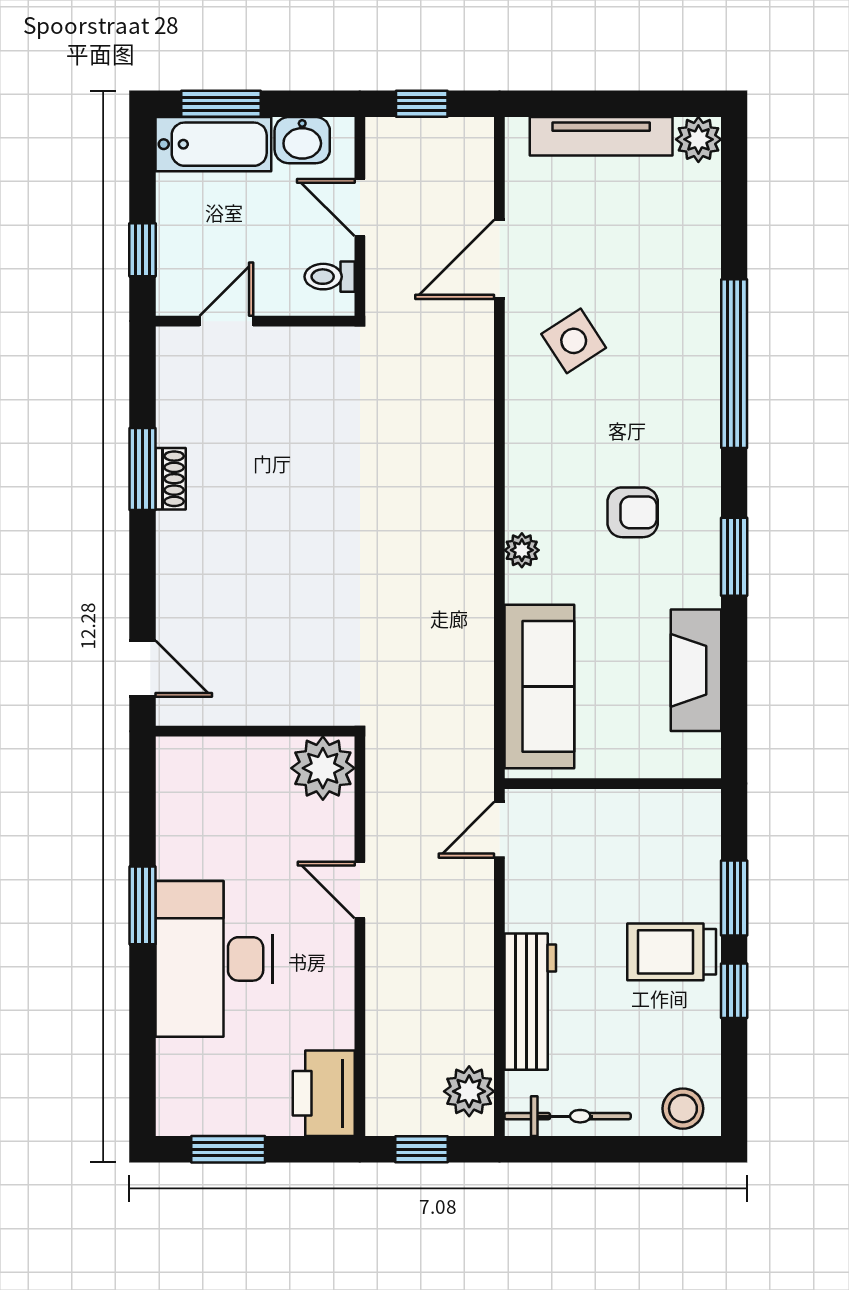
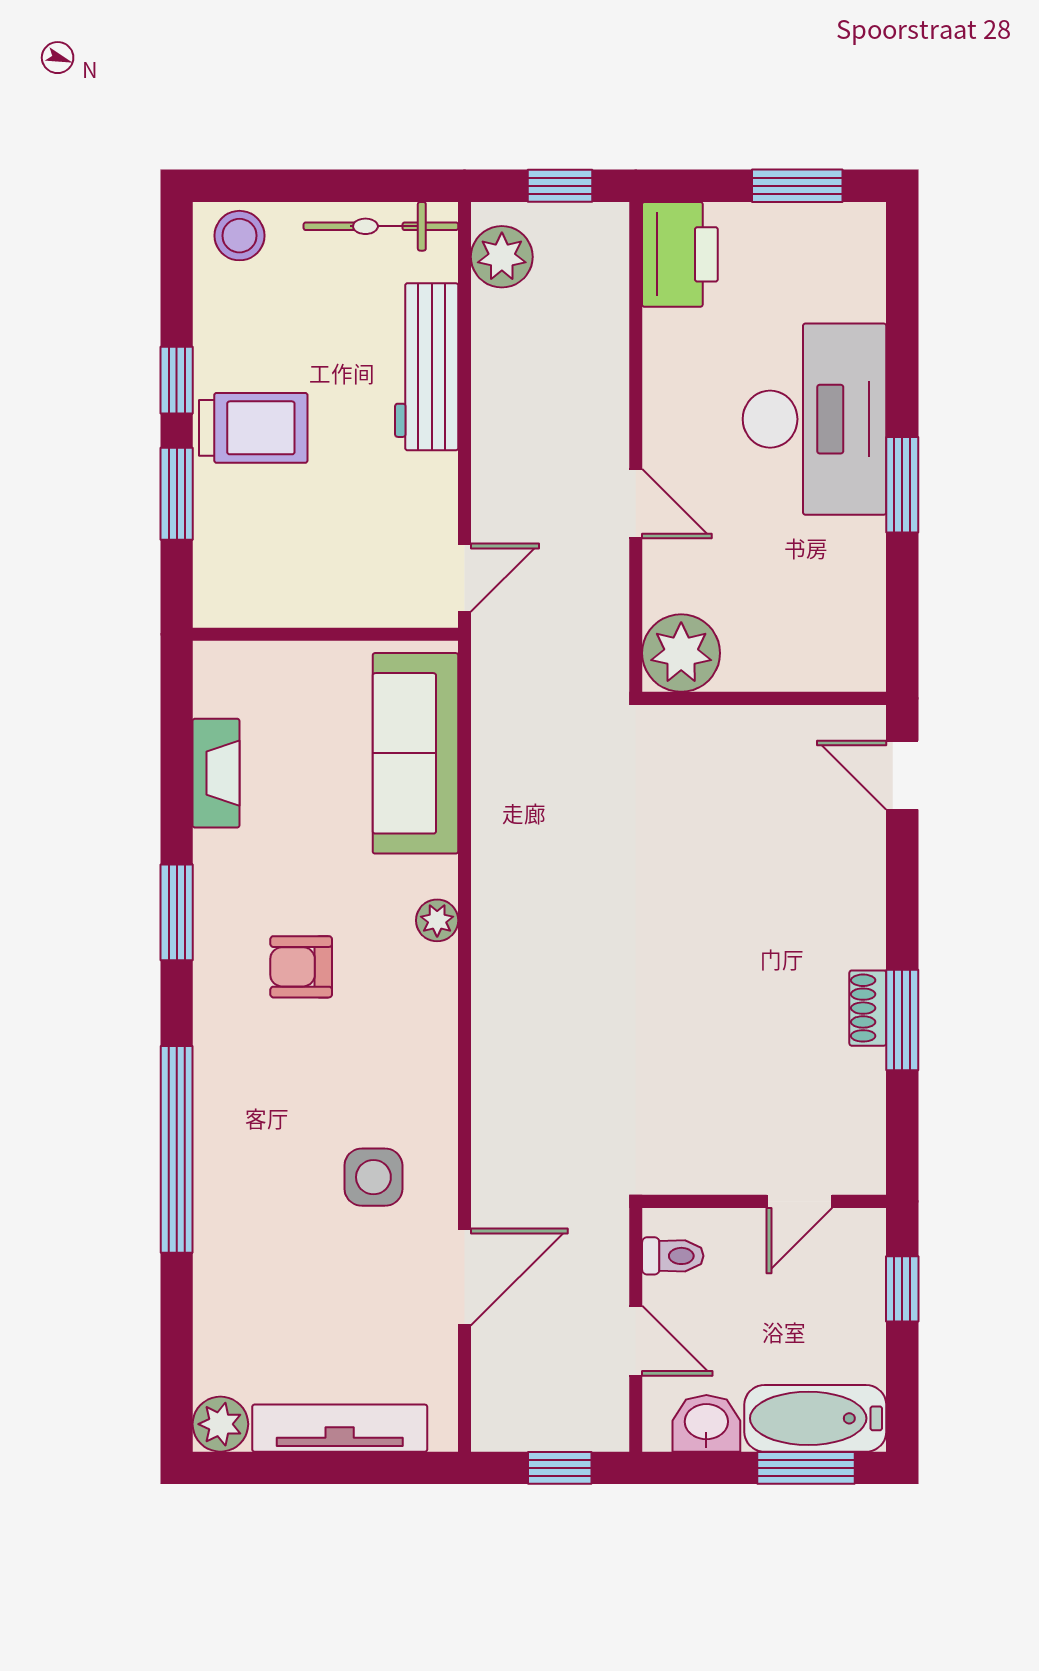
side table: (574, 341) -> (373, 1177), turned 33
fireplace: (696, 670) -> (216, 773), width x0.73, depth x0.76

